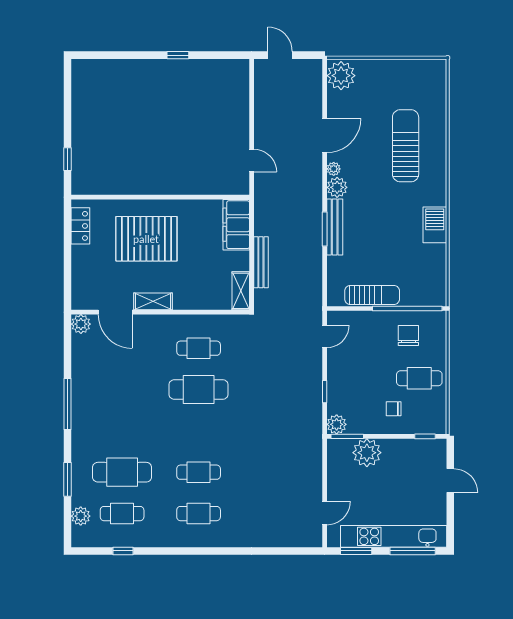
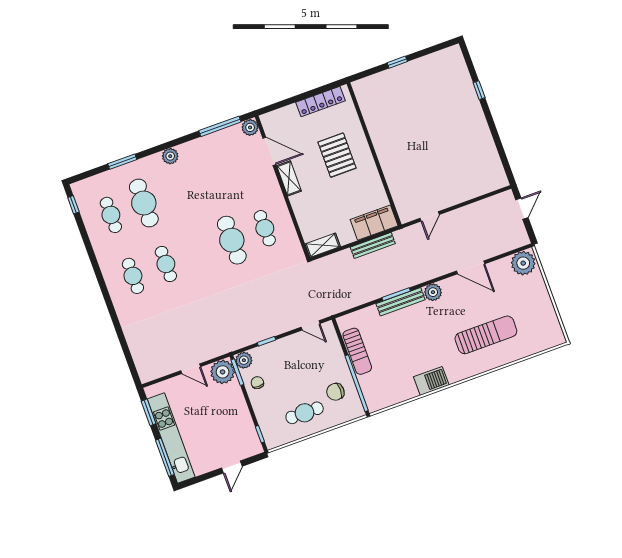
window: (178, 55) -> (479, 90), moved
window: (68, 159) -> (397, 62), moved
plant: (334, 169) -> (447, 284), removed
locker: (80, 226) -> (320, 101), width x1.53
pallet: (146, 239) -> (337, 155), width x0.73, depth x0.71
bench: (261, 262) -> (373, 245), moved
door: (115, 312) -> (269, 151), swing flipped
chair: (408, 335) -> (335, 392), turned 180
cafe table: (419, 378) -> (305, 413), turned 90
window: (68, 404) -> (220, 126), moved
chair: (394, 409) -> (257, 383), moved
plant: (367, 453) -> (223, 372), moved
door: (325, 513) -> (191, 369), moved
plant: (81, 516) -> (170, 156), moved
window: (123, 551) -> (73, 205), moved

